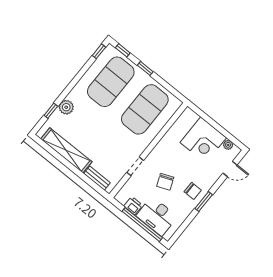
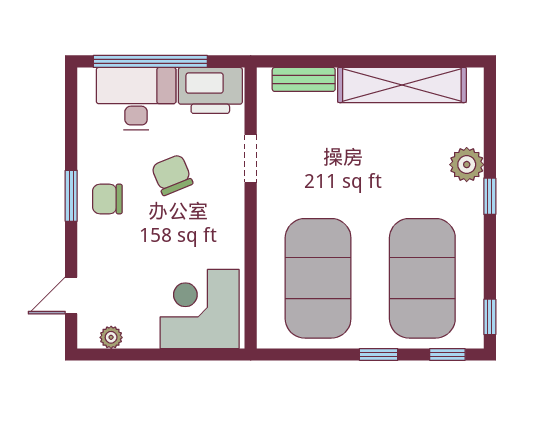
window: (51, 111) -> (490, 196), moved
corner desk: (203, 140) -> (200, 309), moved
printer: (133, 206) -> (210, 90), width x1.87, depth x1.48

